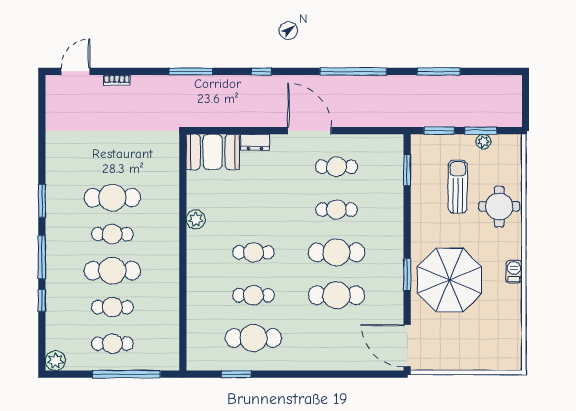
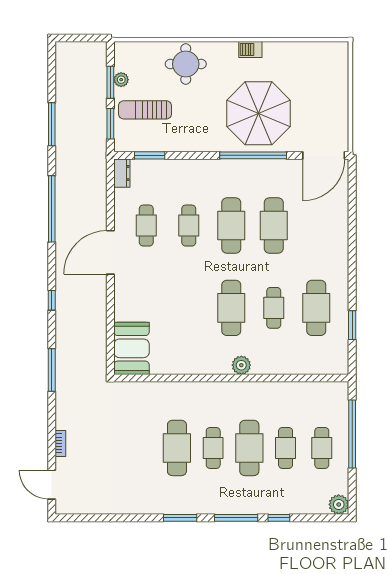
dresser: (255, 142) -> (122, 173), moved
sun lounger: (458, 187) -> (145, 110), moved
plant: (196, 219) -> (241, 365), moved
cafe table: (253, 252) -> (231, 308), width x1.37, depth x1.35
window: (407, 274) -> (253, 155), width x2.11

